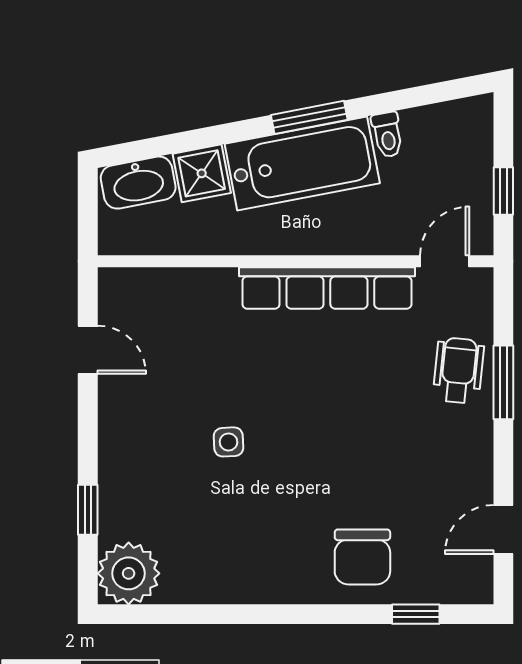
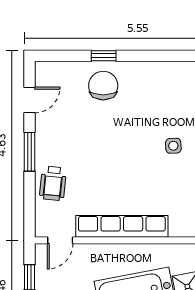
window: (503, 382) -> (29, 152), moved
window: (416, 614) -> (104, 56), moved

